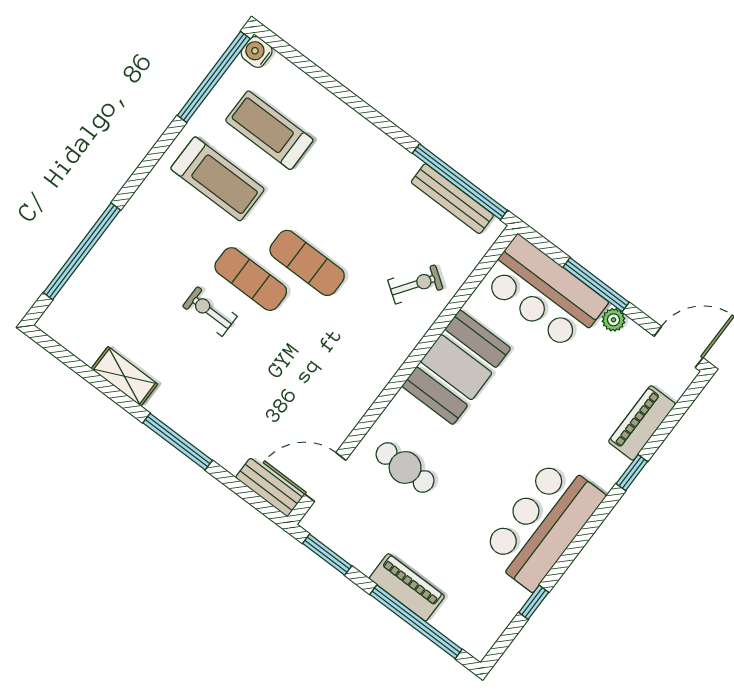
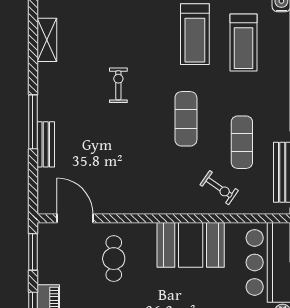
treadmill: (269, 130) -> (243, 42), turned 180
exercise mat: (251, 279) -> (242, 142), moved
shelving: (124, 376) -> (47, 40), moved
bench: (269, 487) -> (46, 144), moved

